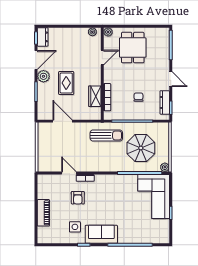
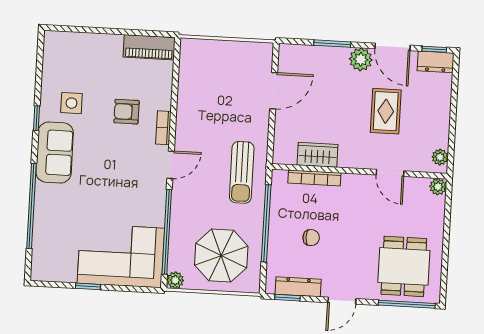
dining table: (133, 48) -> (404, 266), moved, turned 90
rug: (66, 83) -> (386, 111), moved, turned 90
parasol: (141, 148) -> (221, 256), moved
door: (69, 173) -> (171, 165), moved
piano: (43, 213) -> (149, 47), moved

